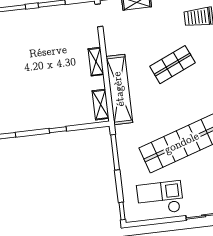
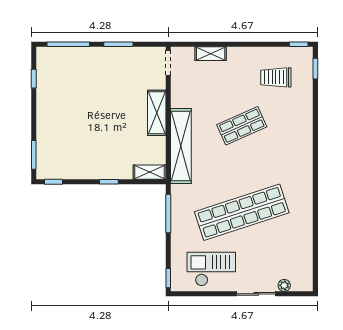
shelving: (96, 62) -> (157, 113), width x1.50, depth x1.33
shelving: (101, 105) -> (150, 172), moved, turned 90

